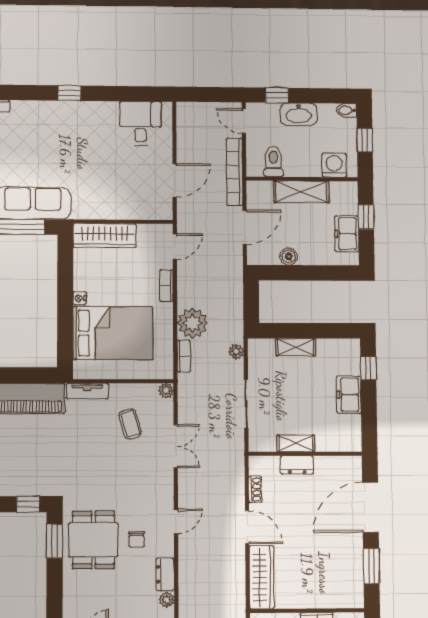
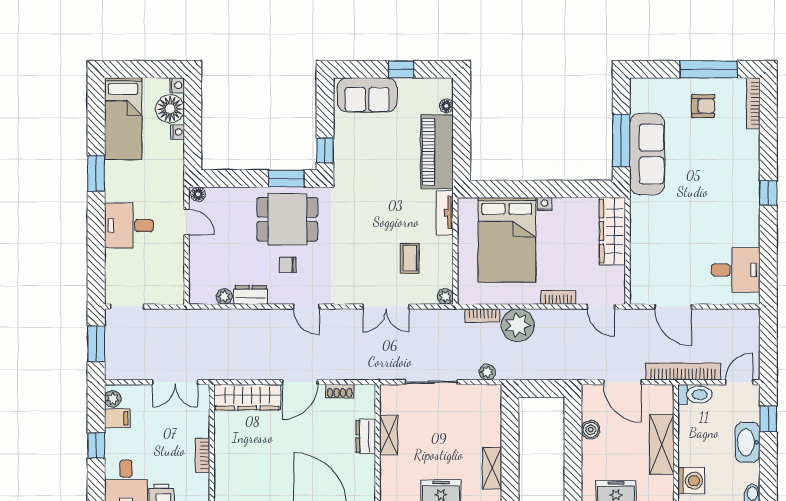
toilet: (273, 161) -> (695, 395), moved
shelving: (296, 347) -> (492, 468), moved
coffee table: (130, 424) -> (410, 258), turned -75

